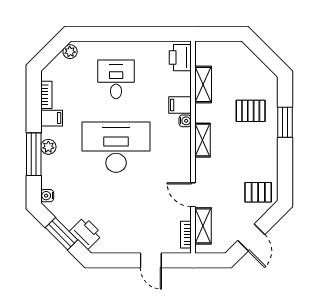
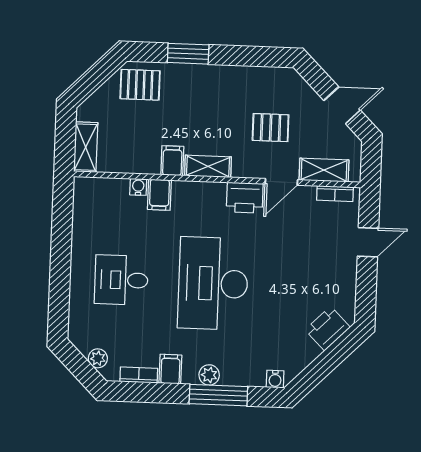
plant: (70, 52) -> (98, 358), moved
printer: (180, 58) -> (245, 198), moved
shelving: (203, 84) -> (86, 147), moved, turned 90
pallet: (251, 111) -> (140, 85), moved, turned 90
filing cabinet: (206, 114) -> (172, 161), added
water cooler: (185, 121) -> (138, 187), moved
pallet: (258, 192) -> (271, 128), moved, turned 90
window: (61, 234) -> (327, 362), removed

